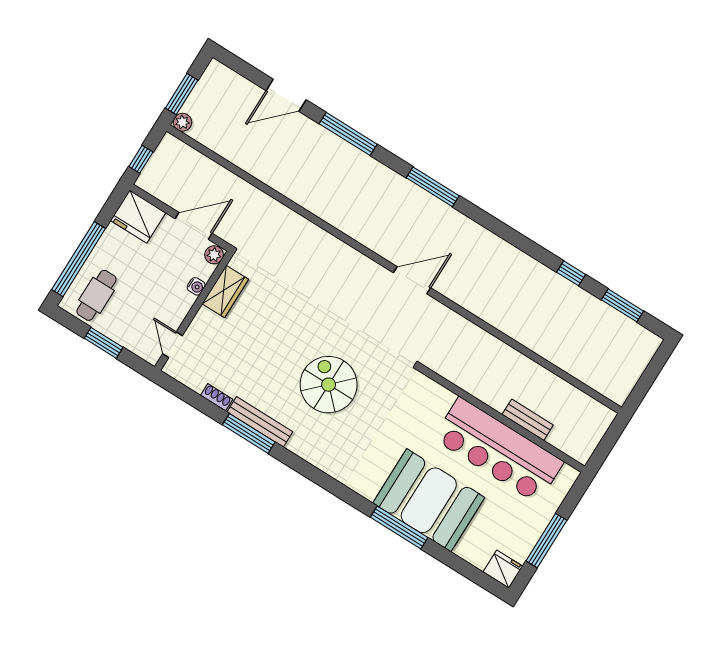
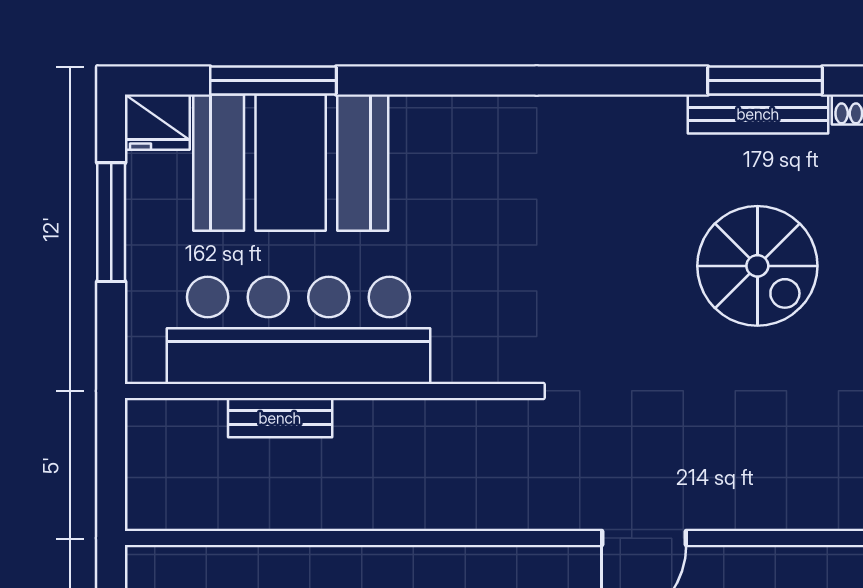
spiral stairs: (329, 385) -> (757, 266), moved
booth: (429, 500) -> (291, 163), moved
window: (399, 527) -> (273, 80), moved

